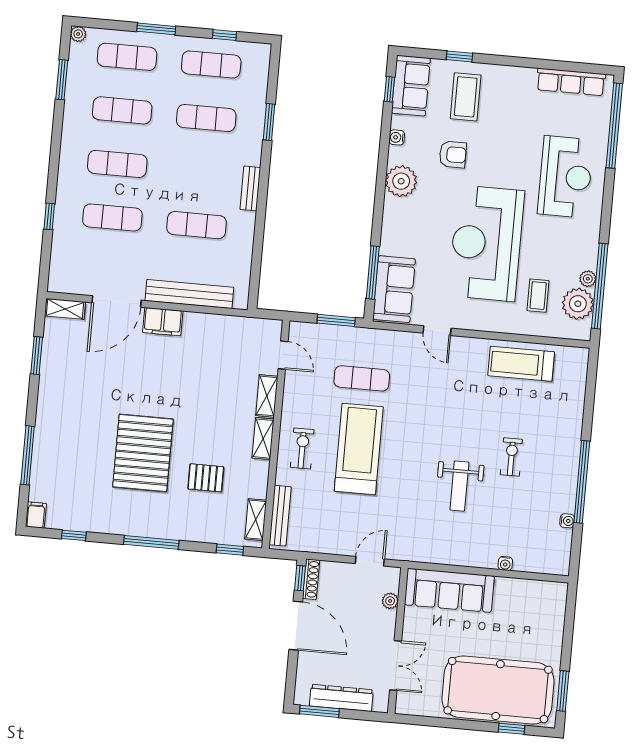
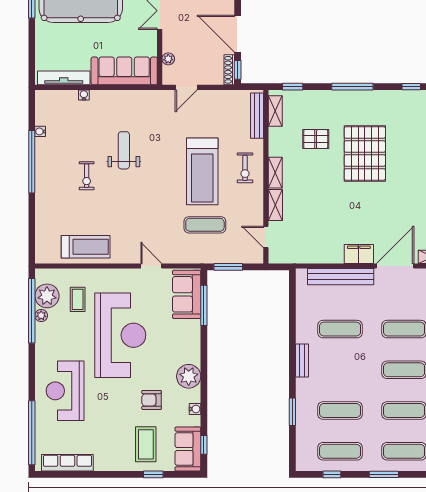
tv unit: (530, 588) -> (64, 78), added

